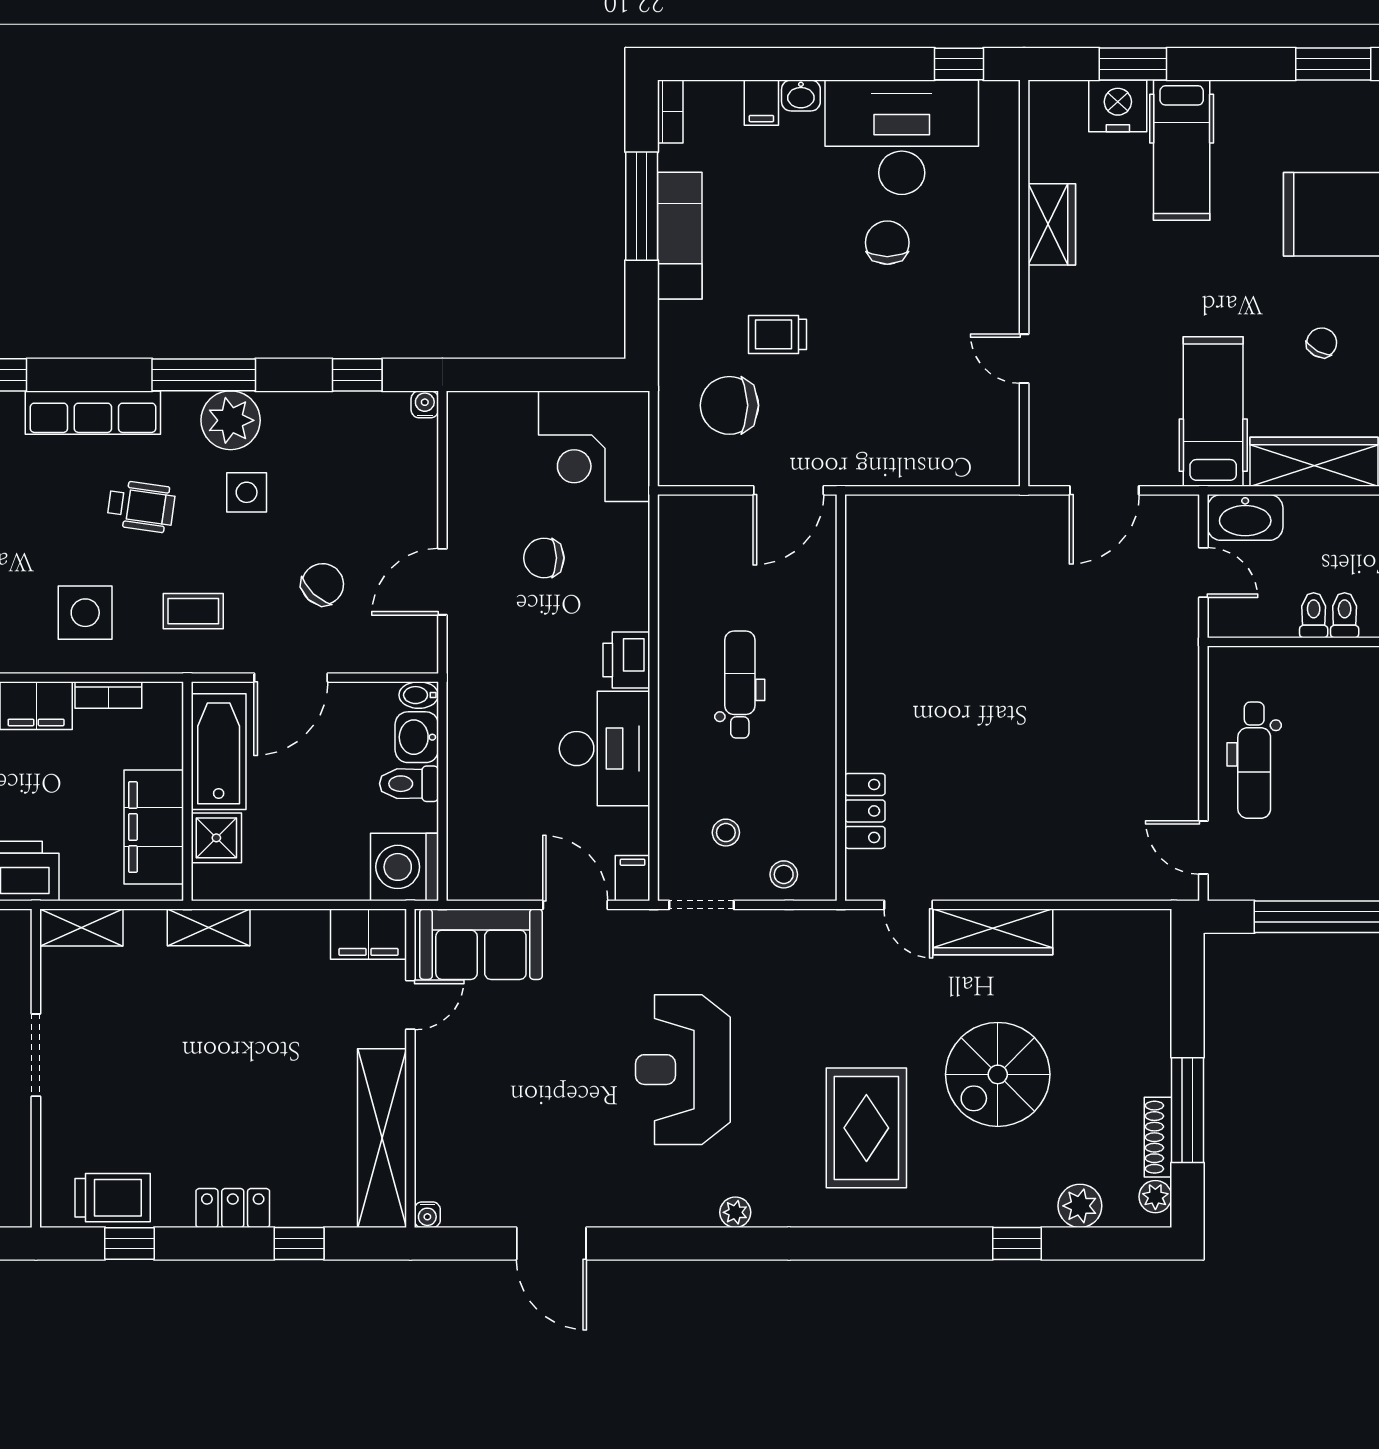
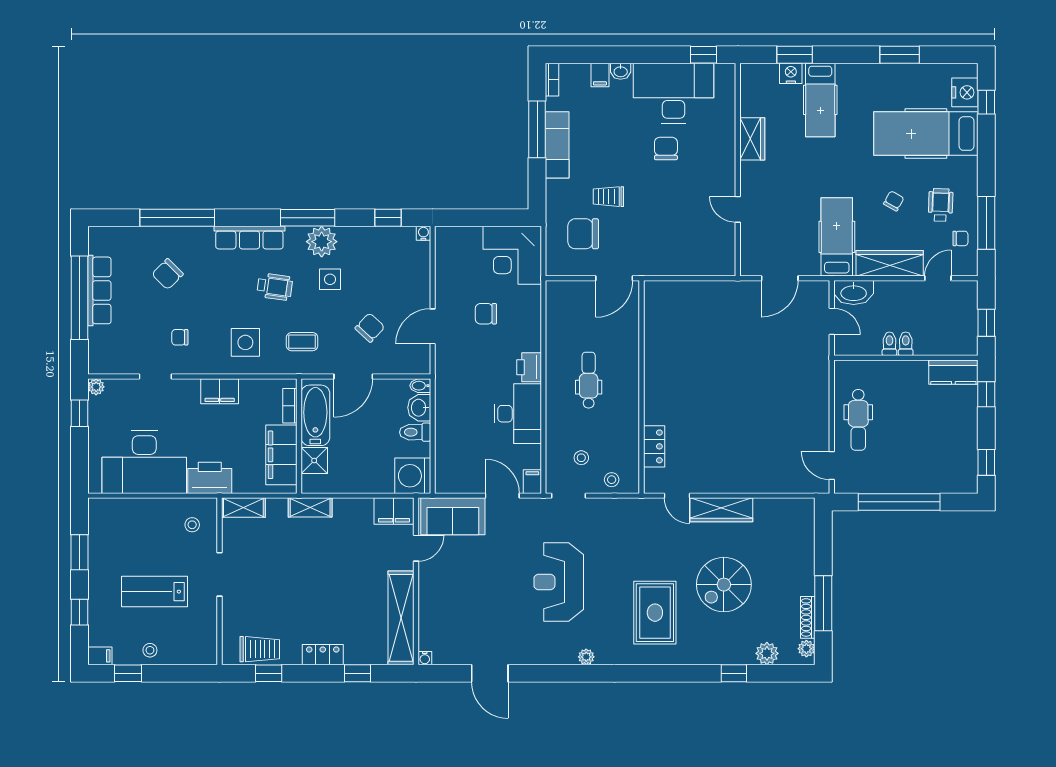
nightstand: (1118, 106) -> (791, 73), width x0.74, depth x0.75
bookcase: (108, 695) -> (290, 406), moved, turned 90

